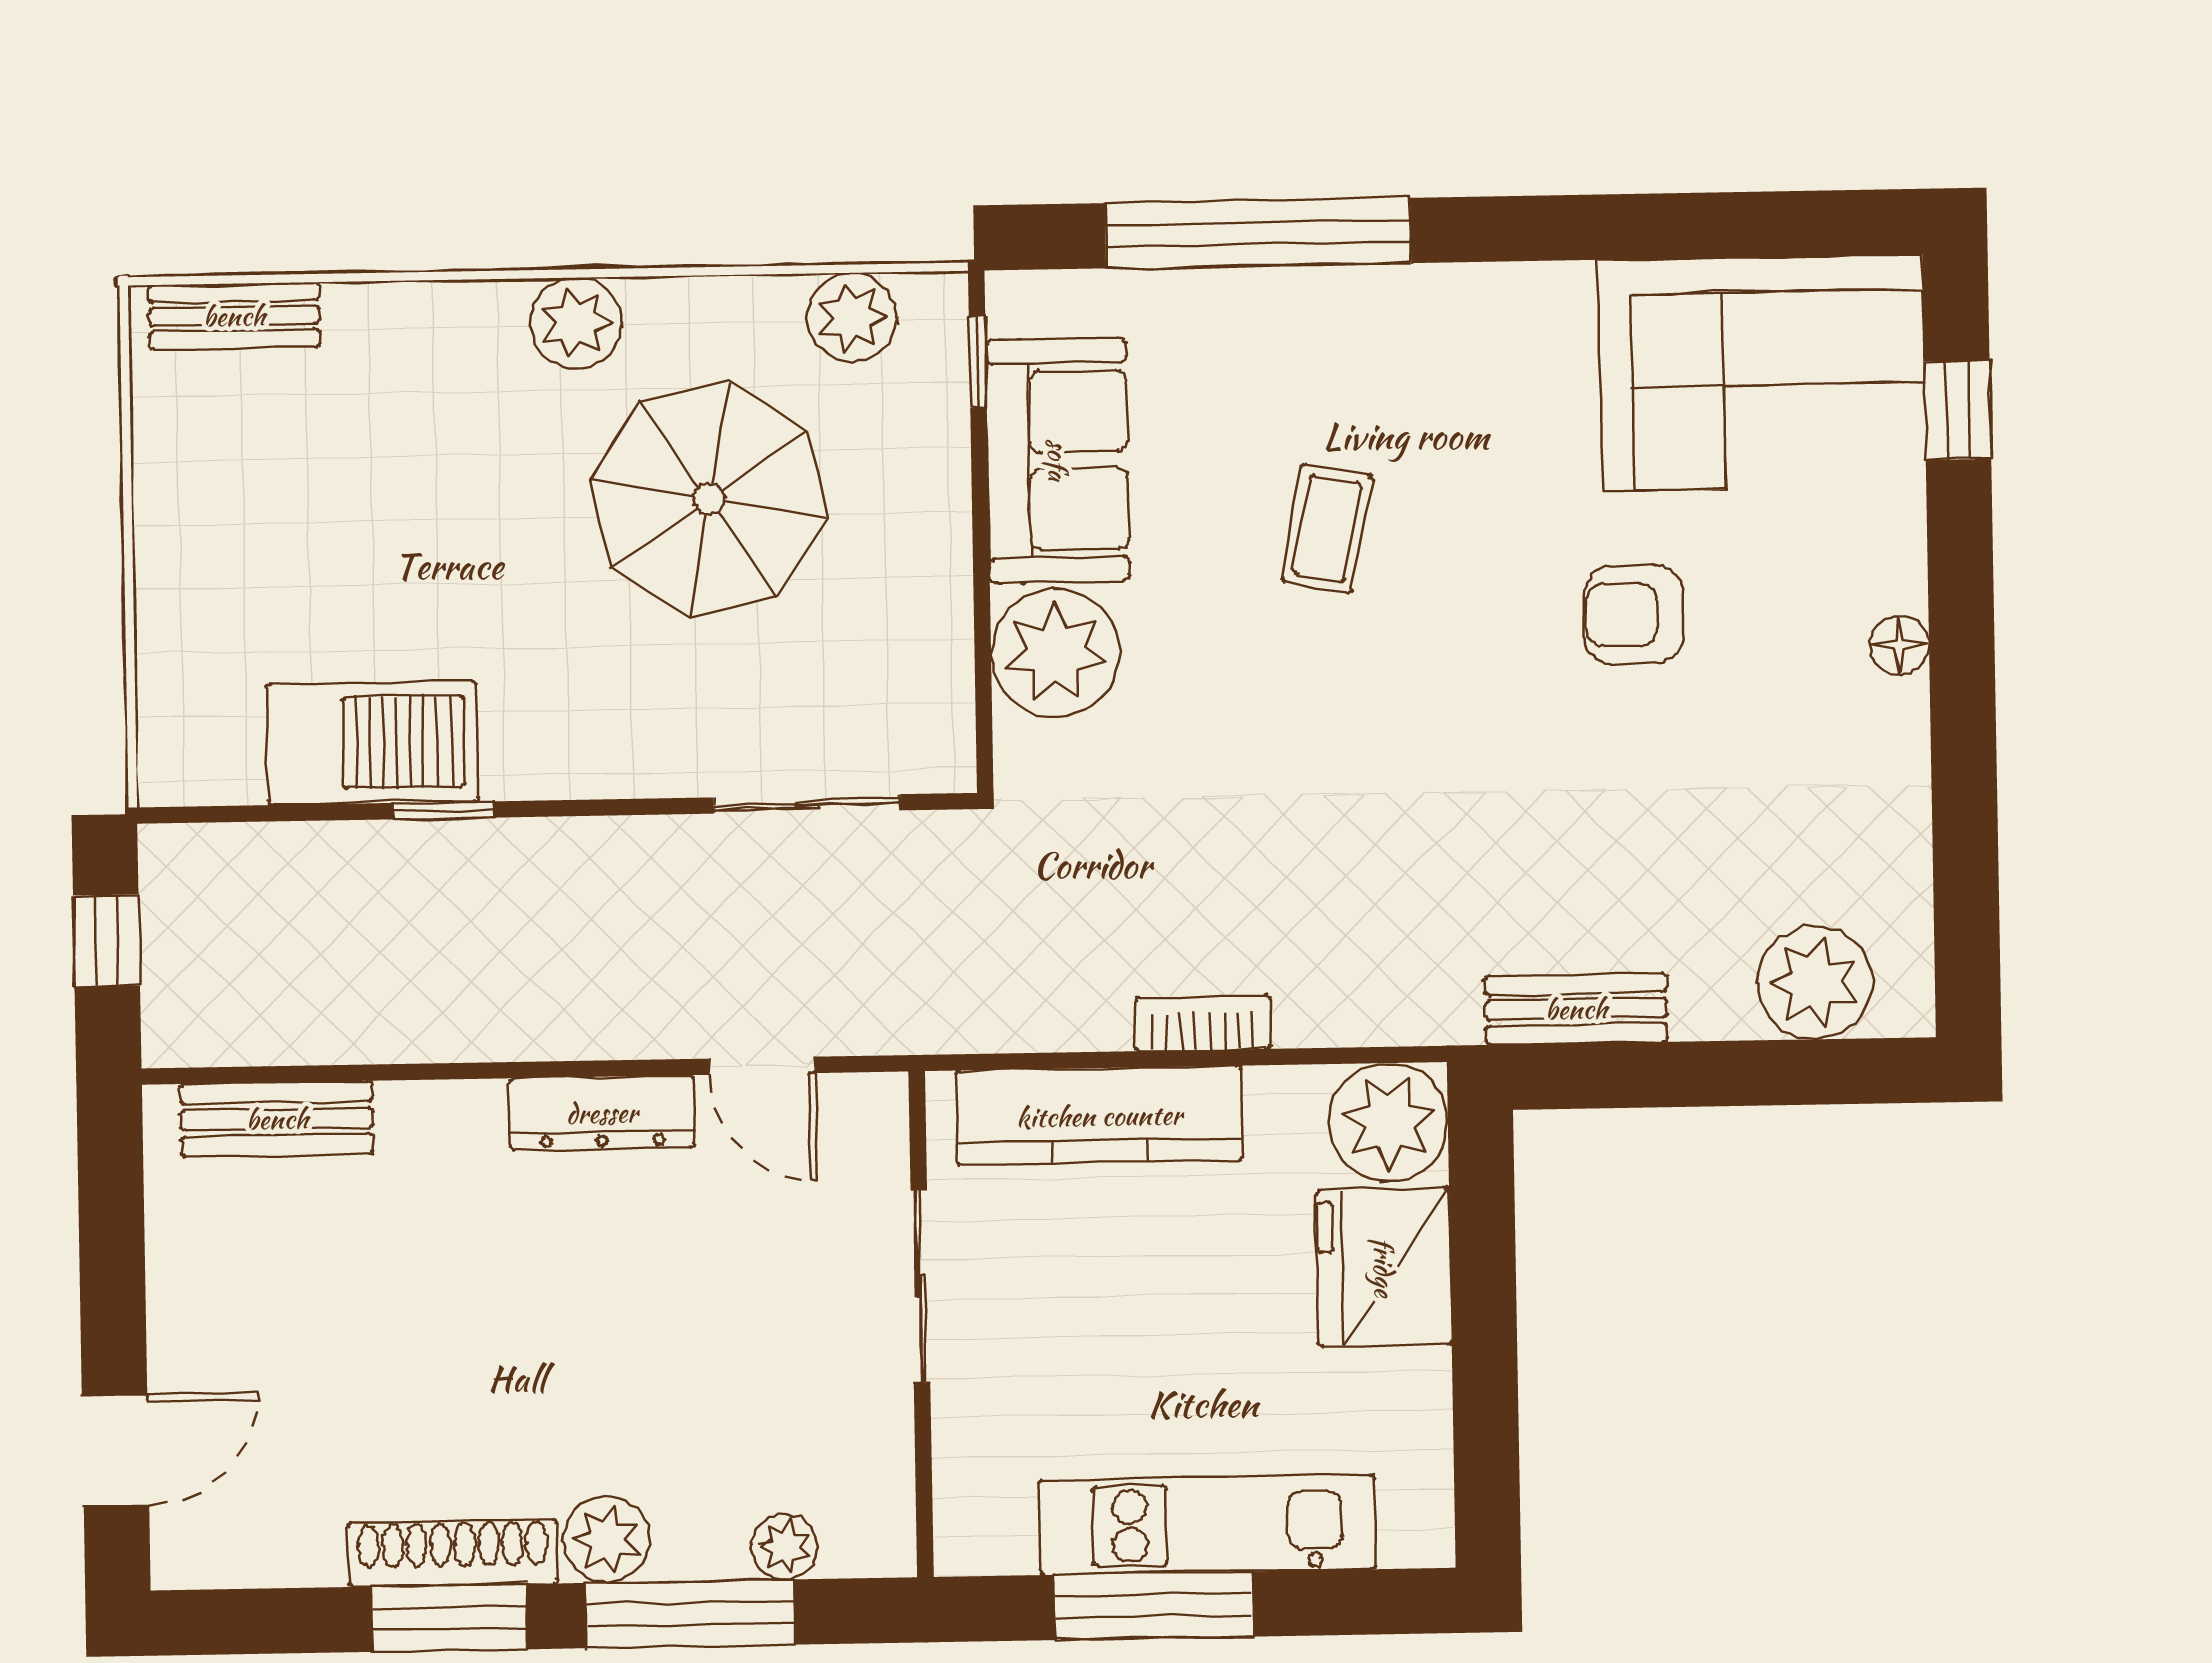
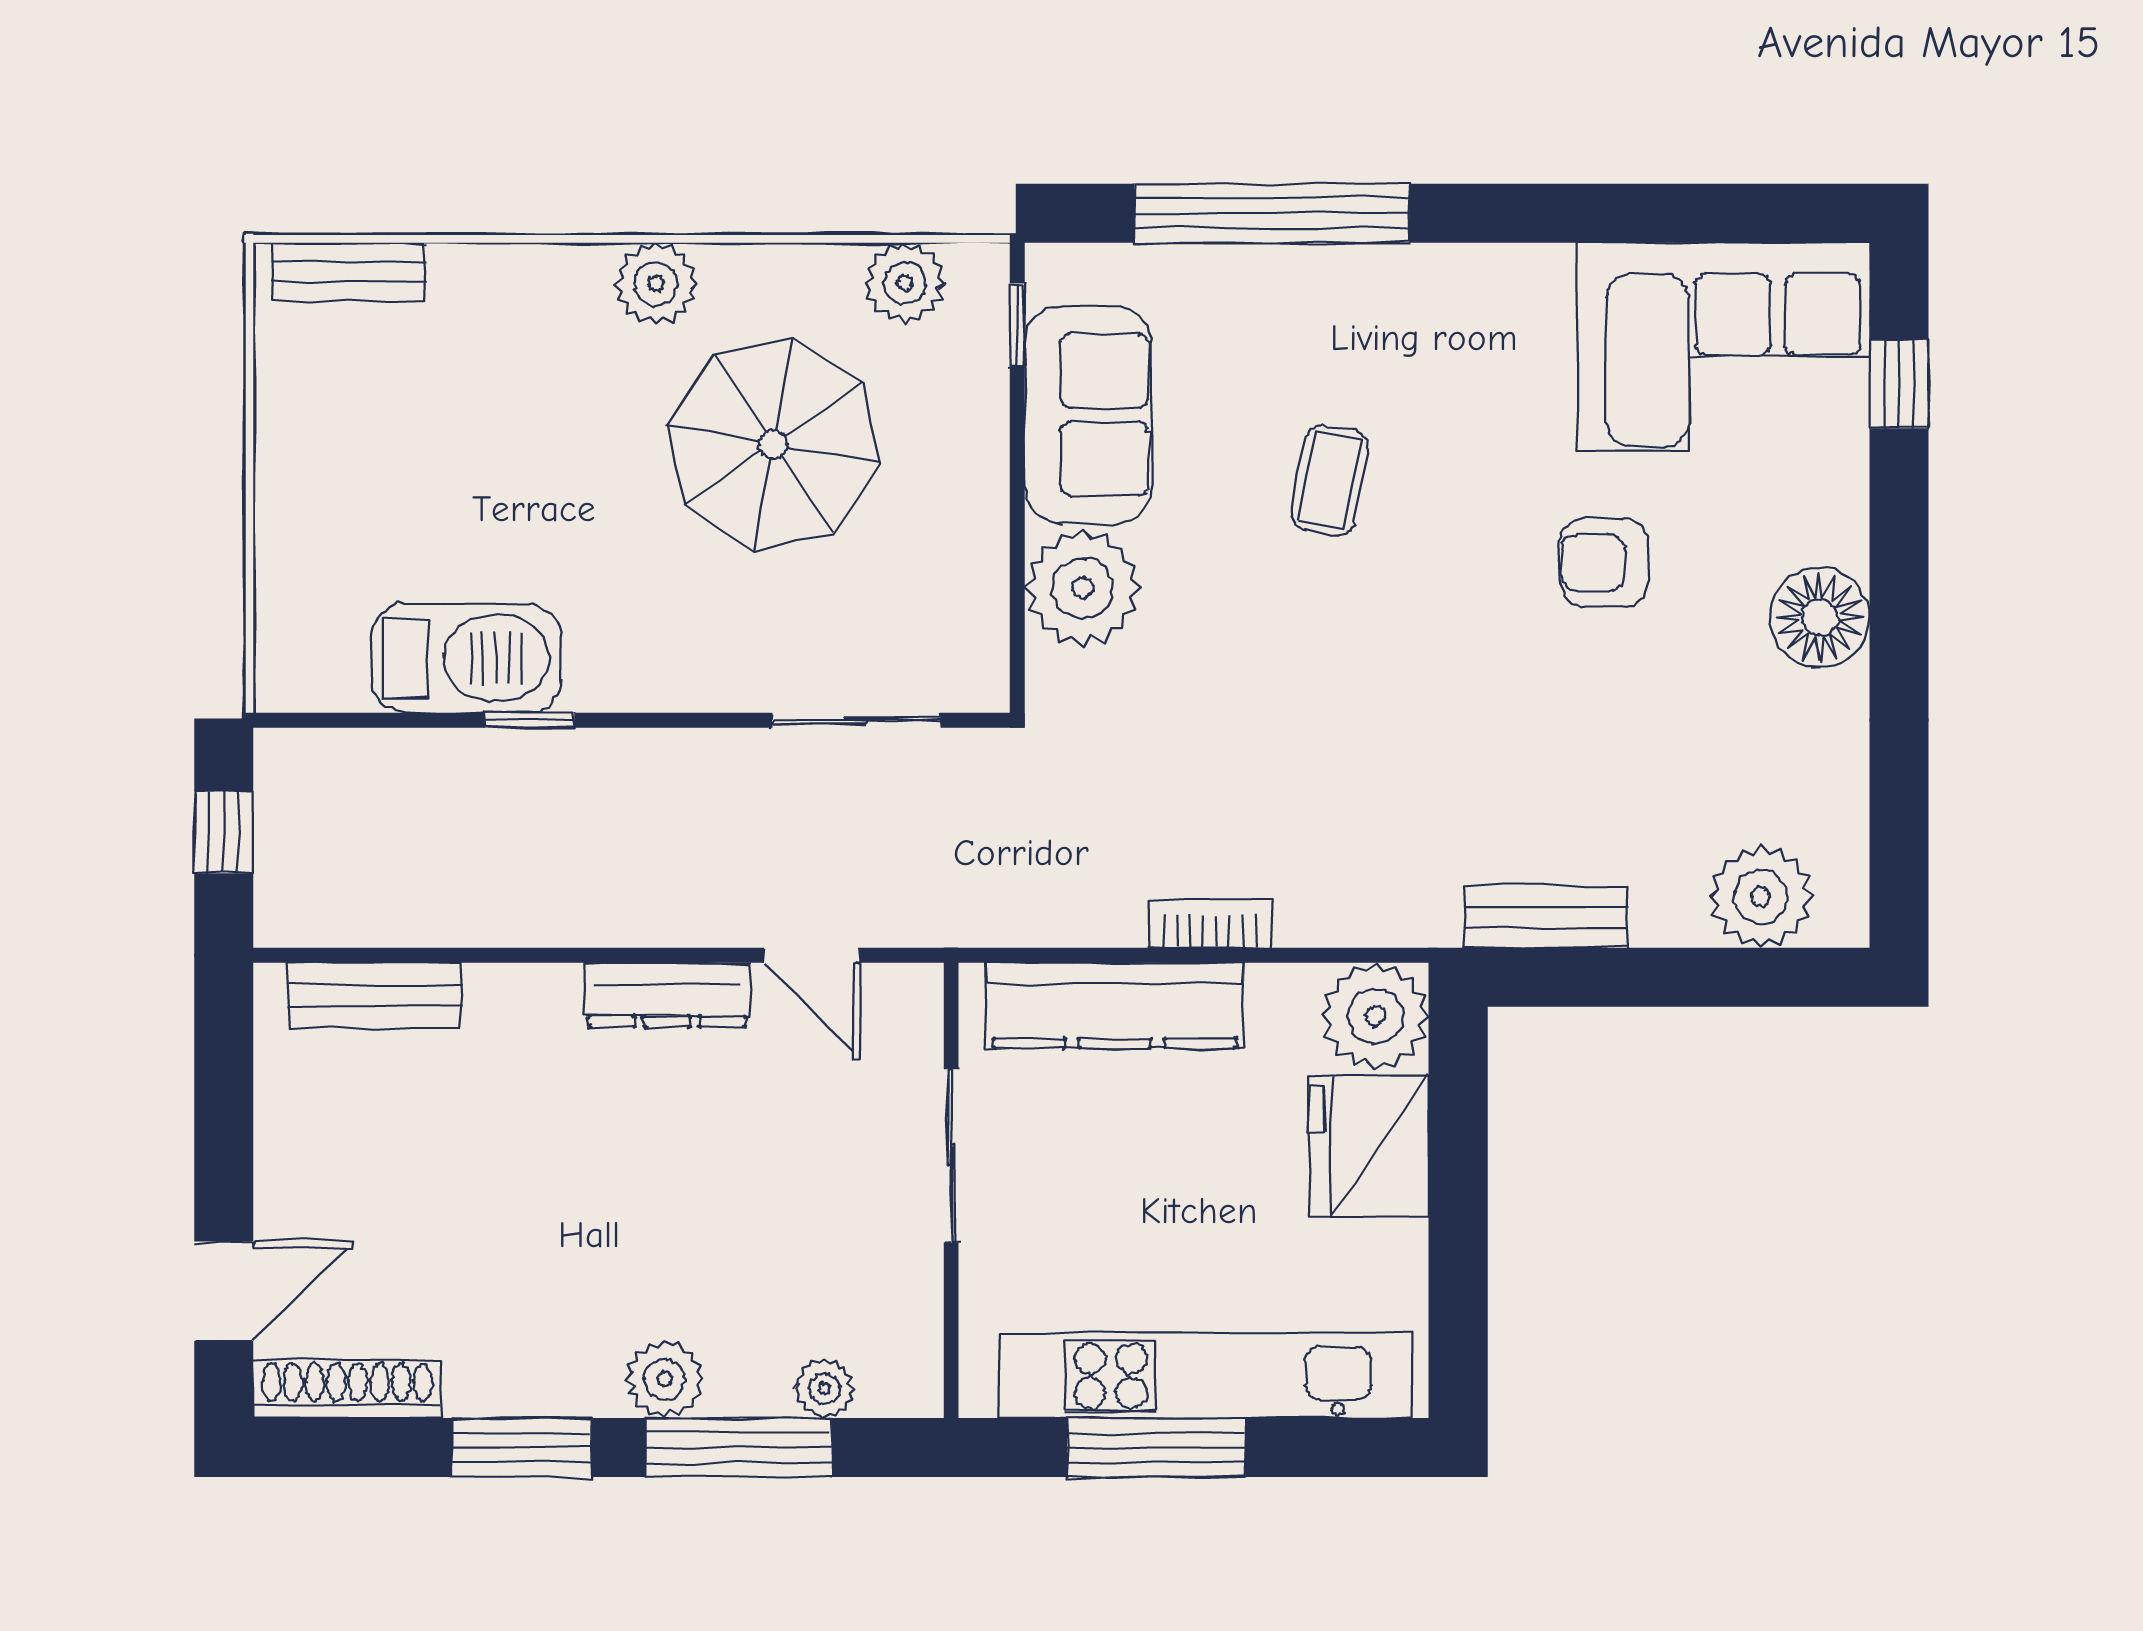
floor lamp: (1900, 645) -> (1820, 618), width x1.89, depth x1.89
kitchen unit: (1207, 1525) -> (1206, 1376), width x1.36
shoe rack: (453, 1553) -> (347, 1389), moved

